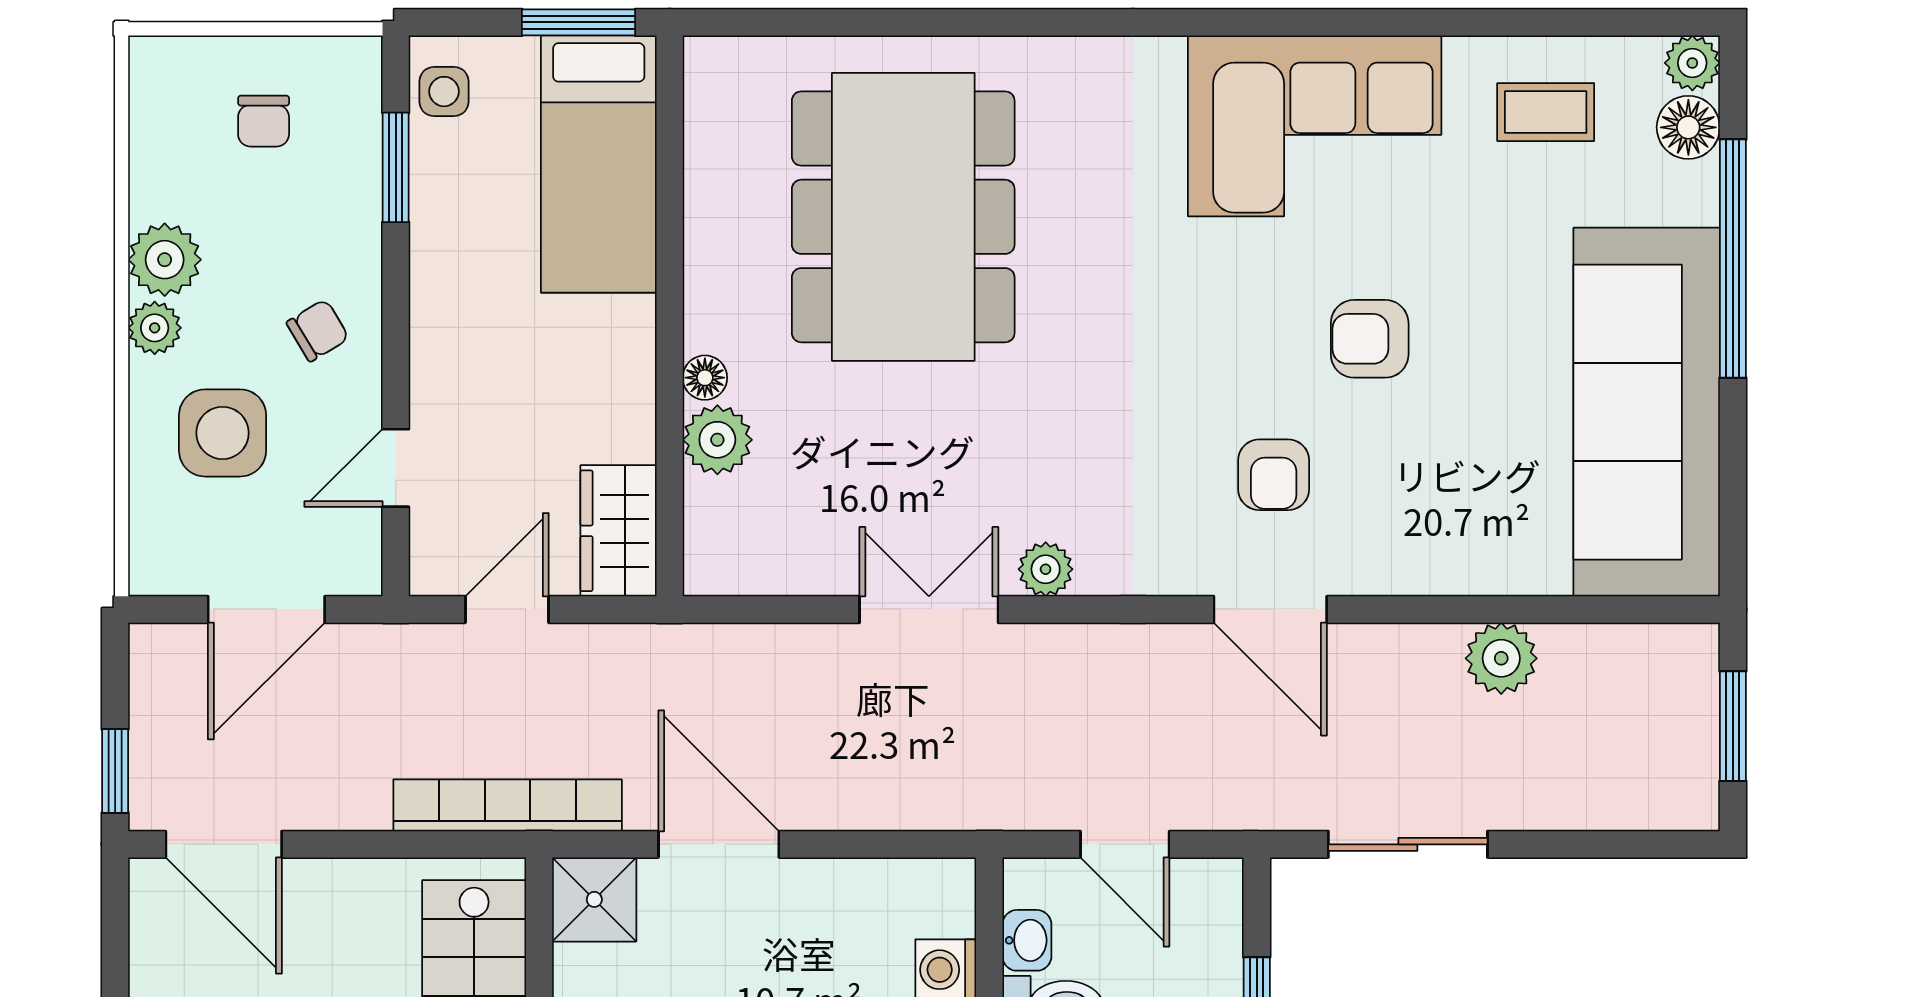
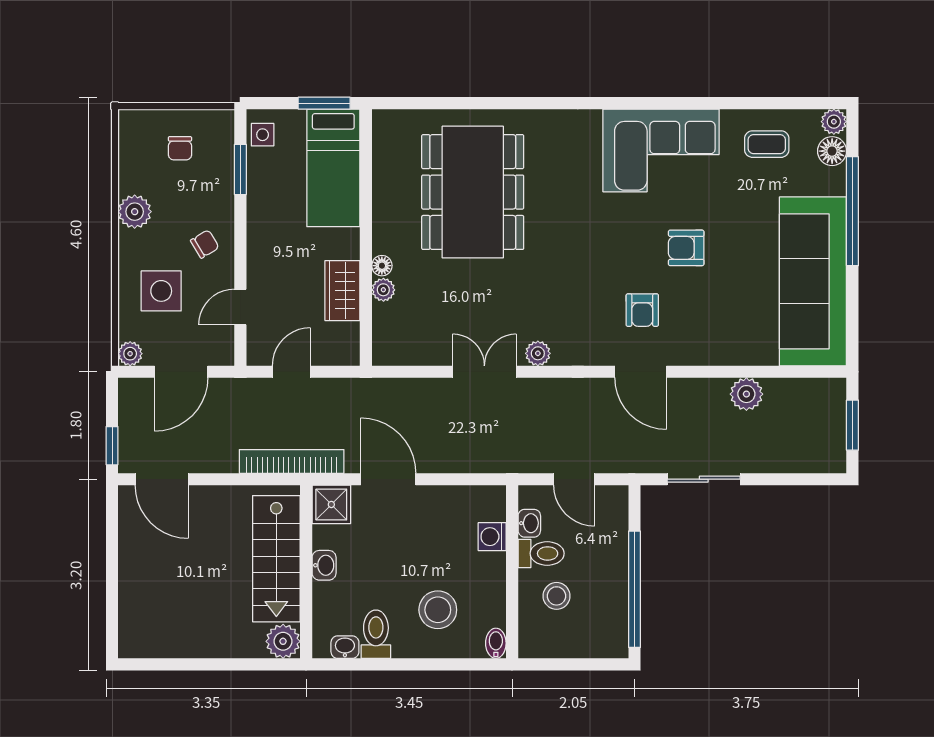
plant: (155, 328) -> (130, 354), moved
plant: (717, 440) -> (383, 290), width x0.73, depth x0.73
wardrobe: (618, 531) -> (342, 291), moved

